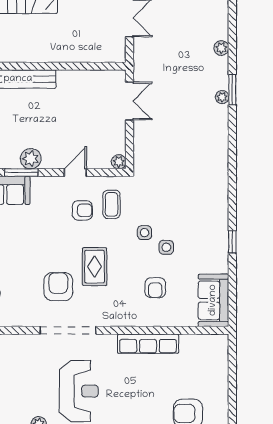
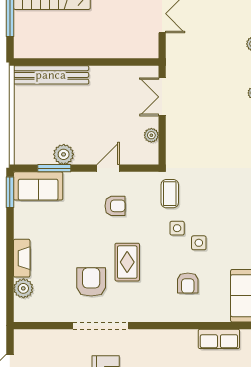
double door: (129, 101) -> (162, 97), swing flipped
plant: (119, 162) -> (151, 135), moved
coffee table: (111, 204) -> (170, 194), moved
row of seats: (148, 344) -> (219, 339), moved, width x0.68

